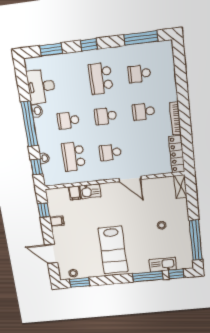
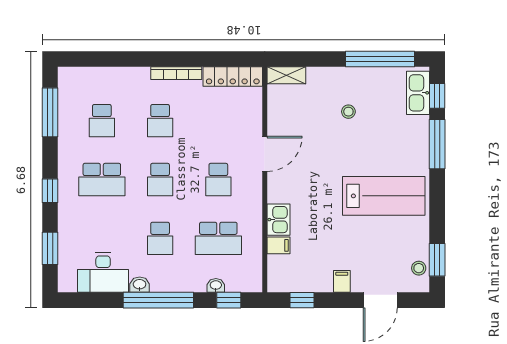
filing cabinet: (57, 221) -> (342, 281), moved
kitchen sink: (163, 265) -> (418, 93), moved

